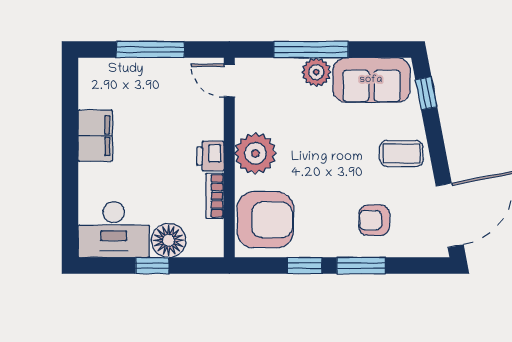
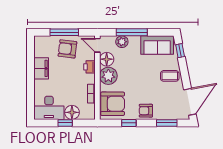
plant: (316, 72) -> (122, 42), moved
armchair: (158, 89) -> (67, 49), added
floor lamp: (251, 114) -> (107, 59), added
printer: (210, 156) -> (89, 67), moved
armchair: (374, 220) -> (146, 111), moved
window: (361, 266) -> (167, 123), moved

